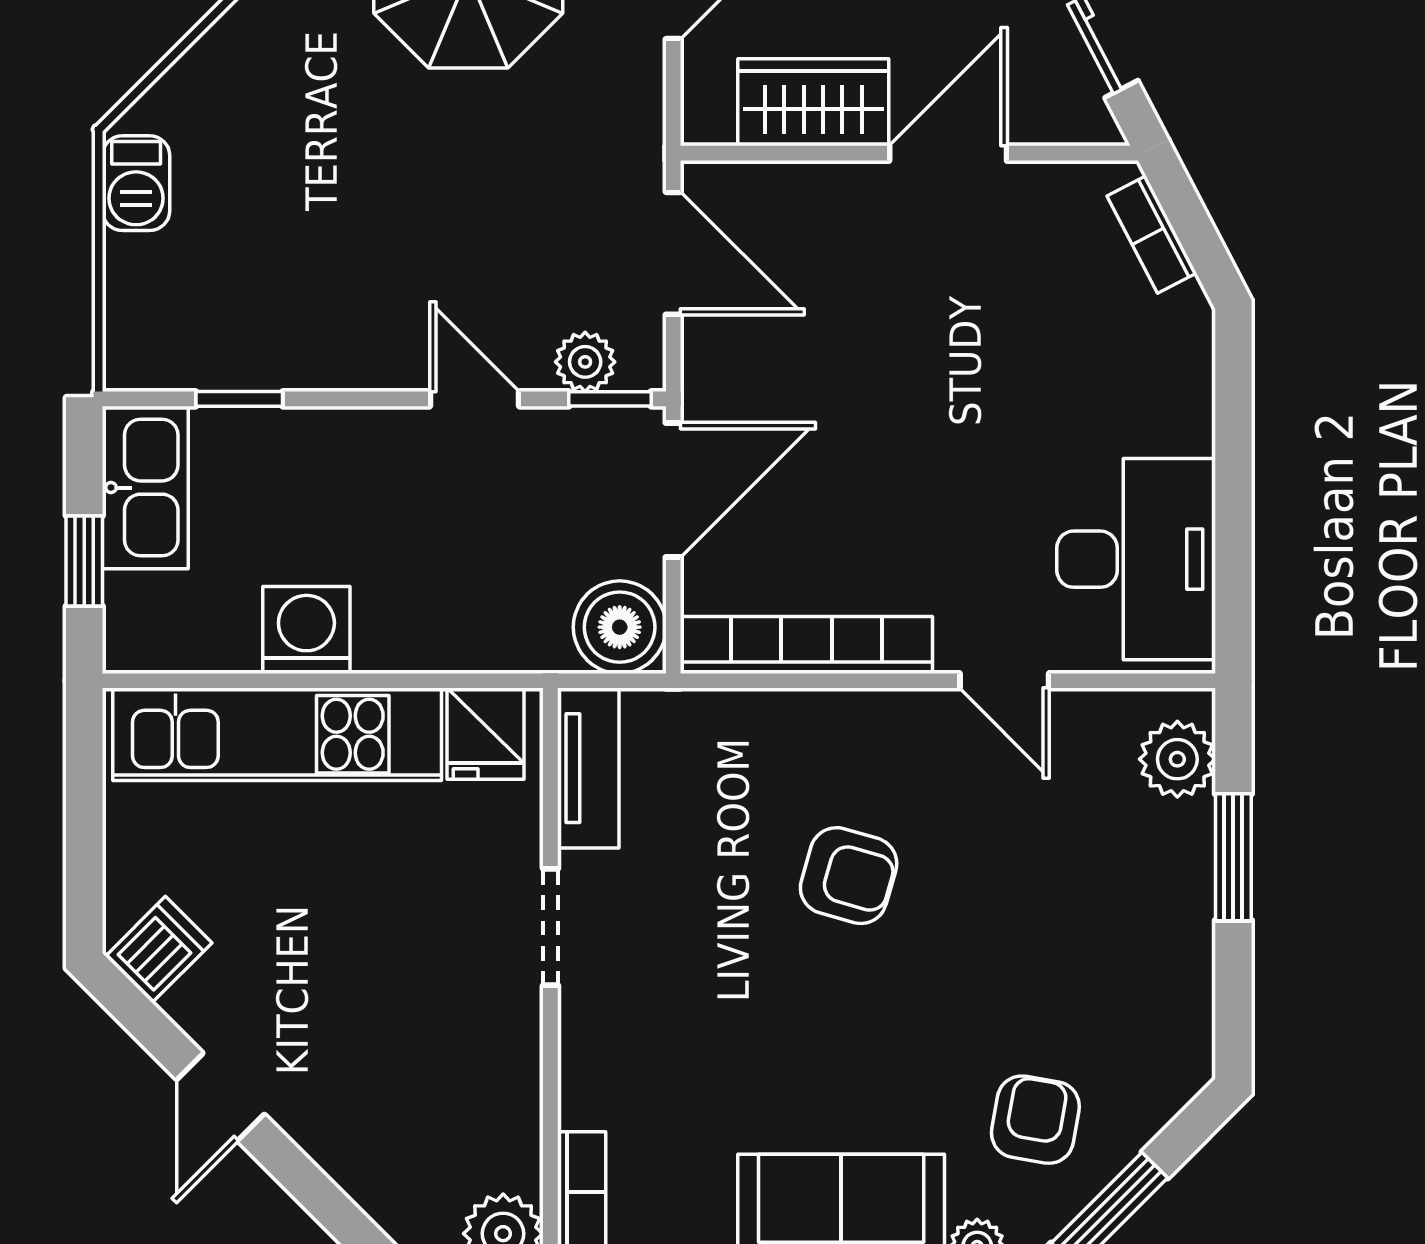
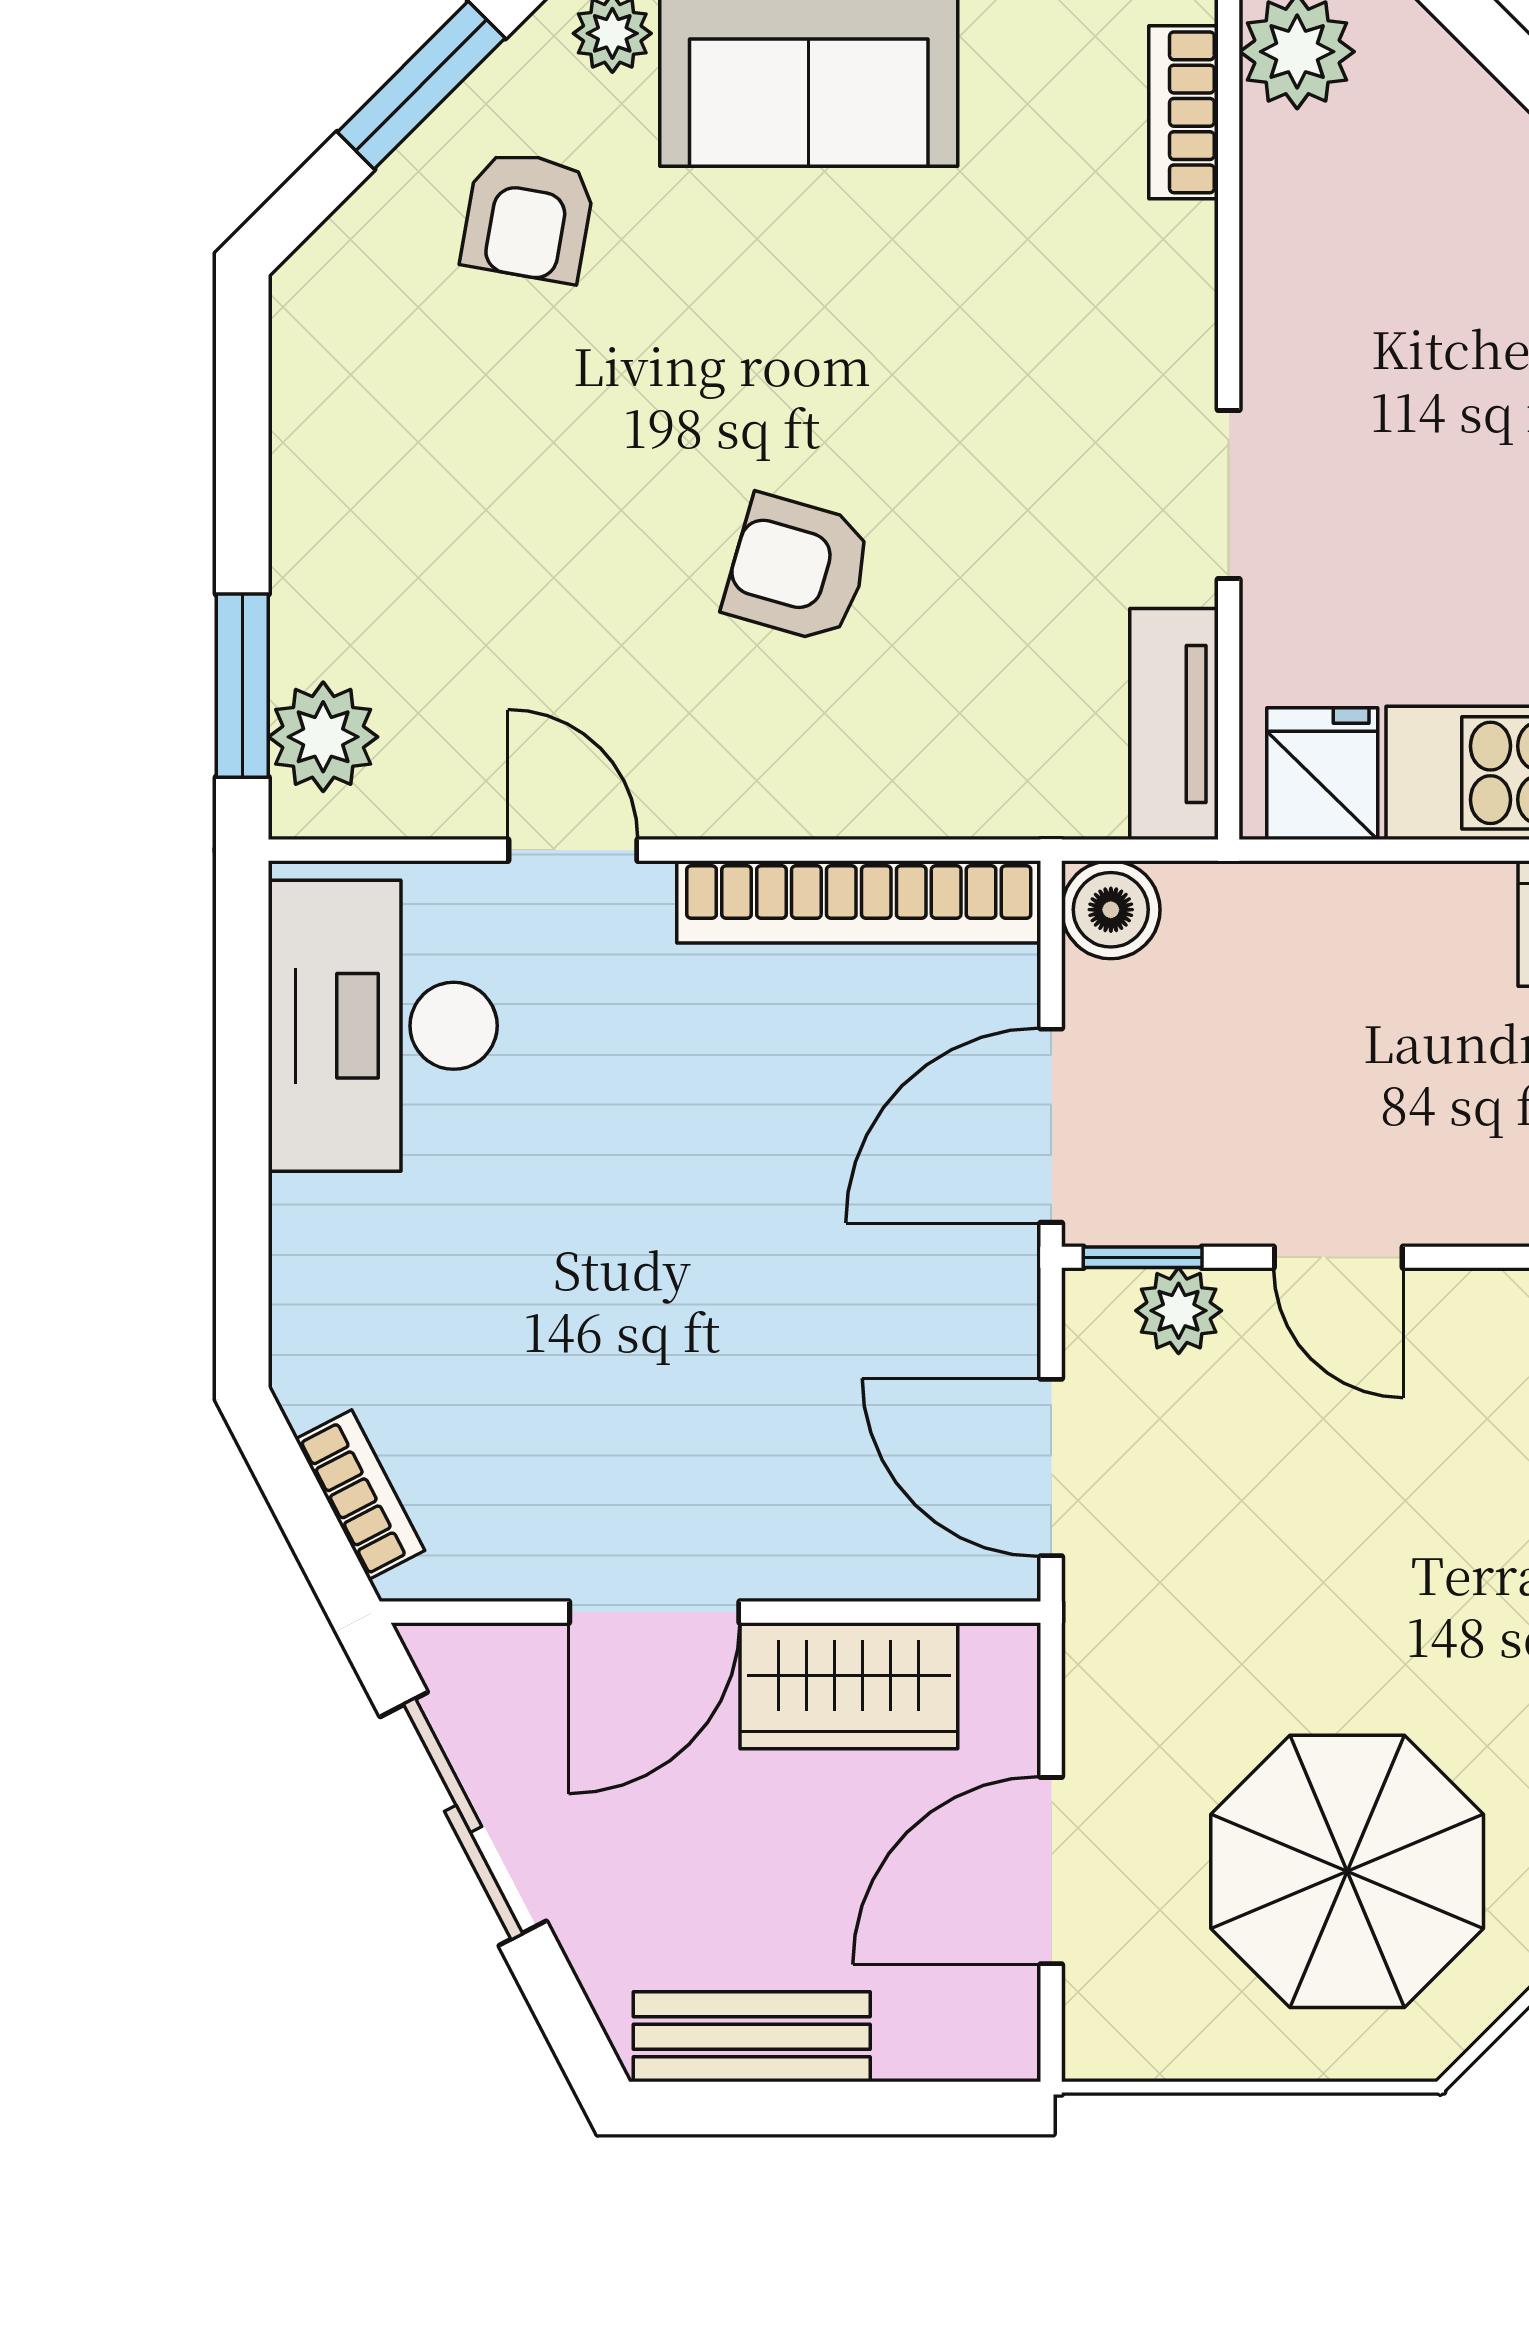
boiler: (620, 627) -> (1111, 910), width x0.73, depth x0.73
window: (1233, 857) -> (242, 686), moved

